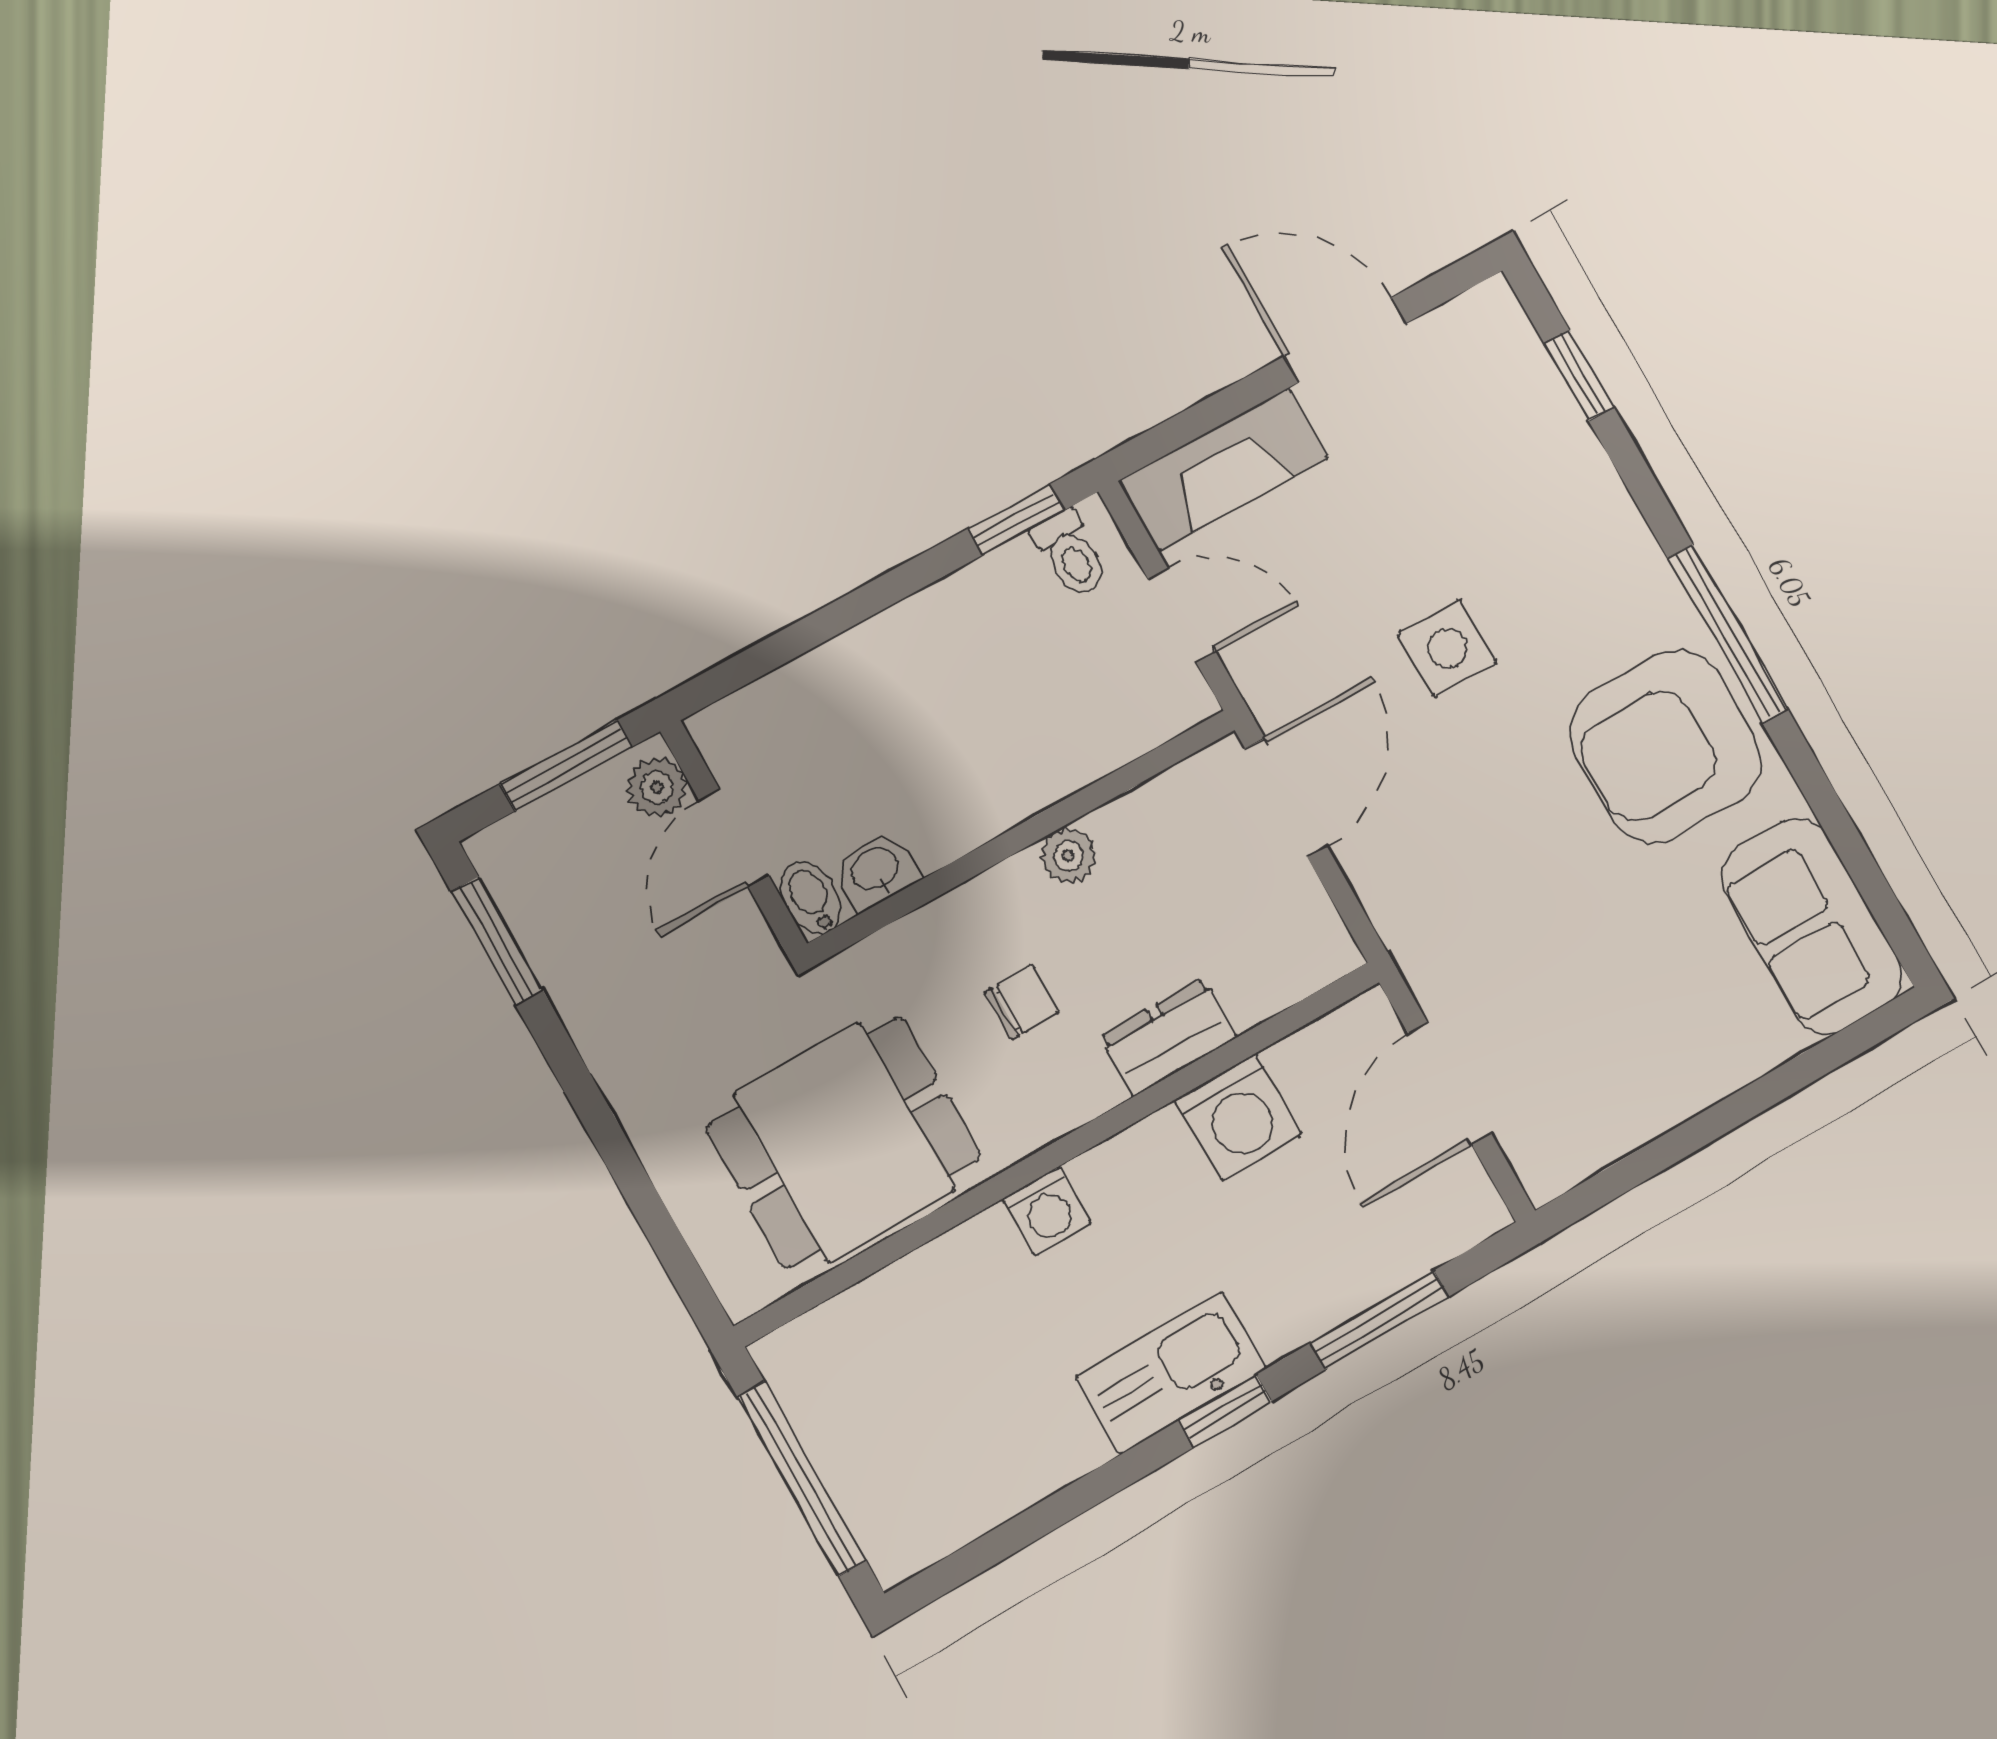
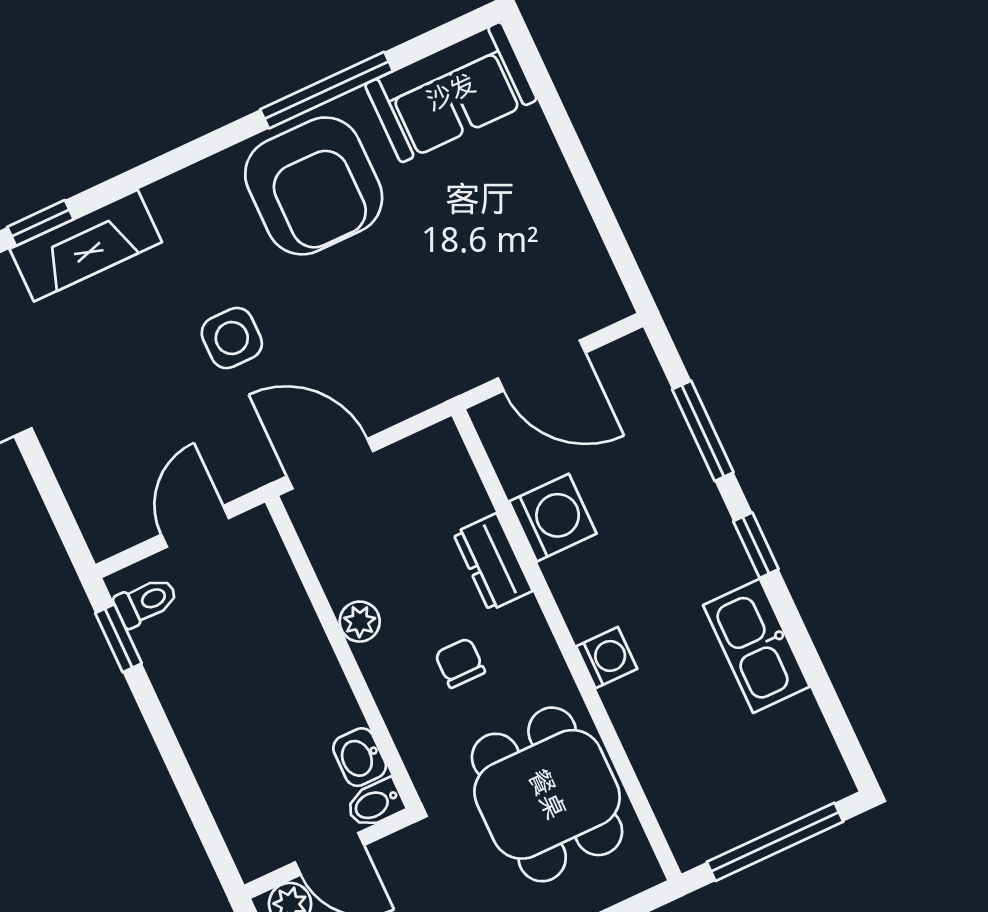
fireplace: (1223, 469) -> (86, 246), moved, turned 90
window: (1728, 634) -> (327, 90), moved
kitchen sink: (1171, 1373) -> (756, 646), moved

